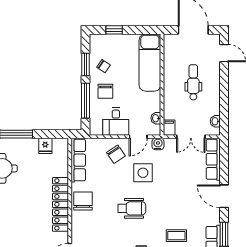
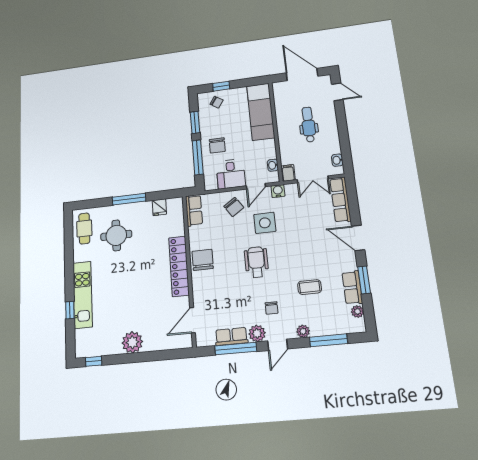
chair: (103, 66) -> (217, 102), moved
row of seats: (78, 160) -> (194, 210), width x0.68
wheelchair: (132, 208) -> (256, 262), turned -90

